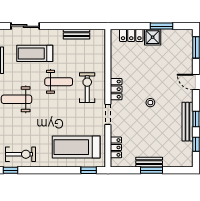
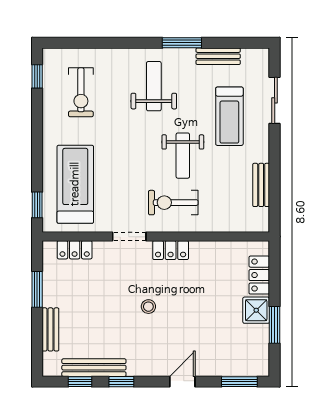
treadmill: (35, 53) -> (229, 116), turned 180
exercise bike: (87, 88) -> (173, 203), turned 180
bench: (187, 122) -> (94, 368), moved
exercise bike: (20, 154) -> (81, 92), moved
bench: (149, 162) -> (50, 329), moved
window: (152, 170) -> (37, 289), moved

